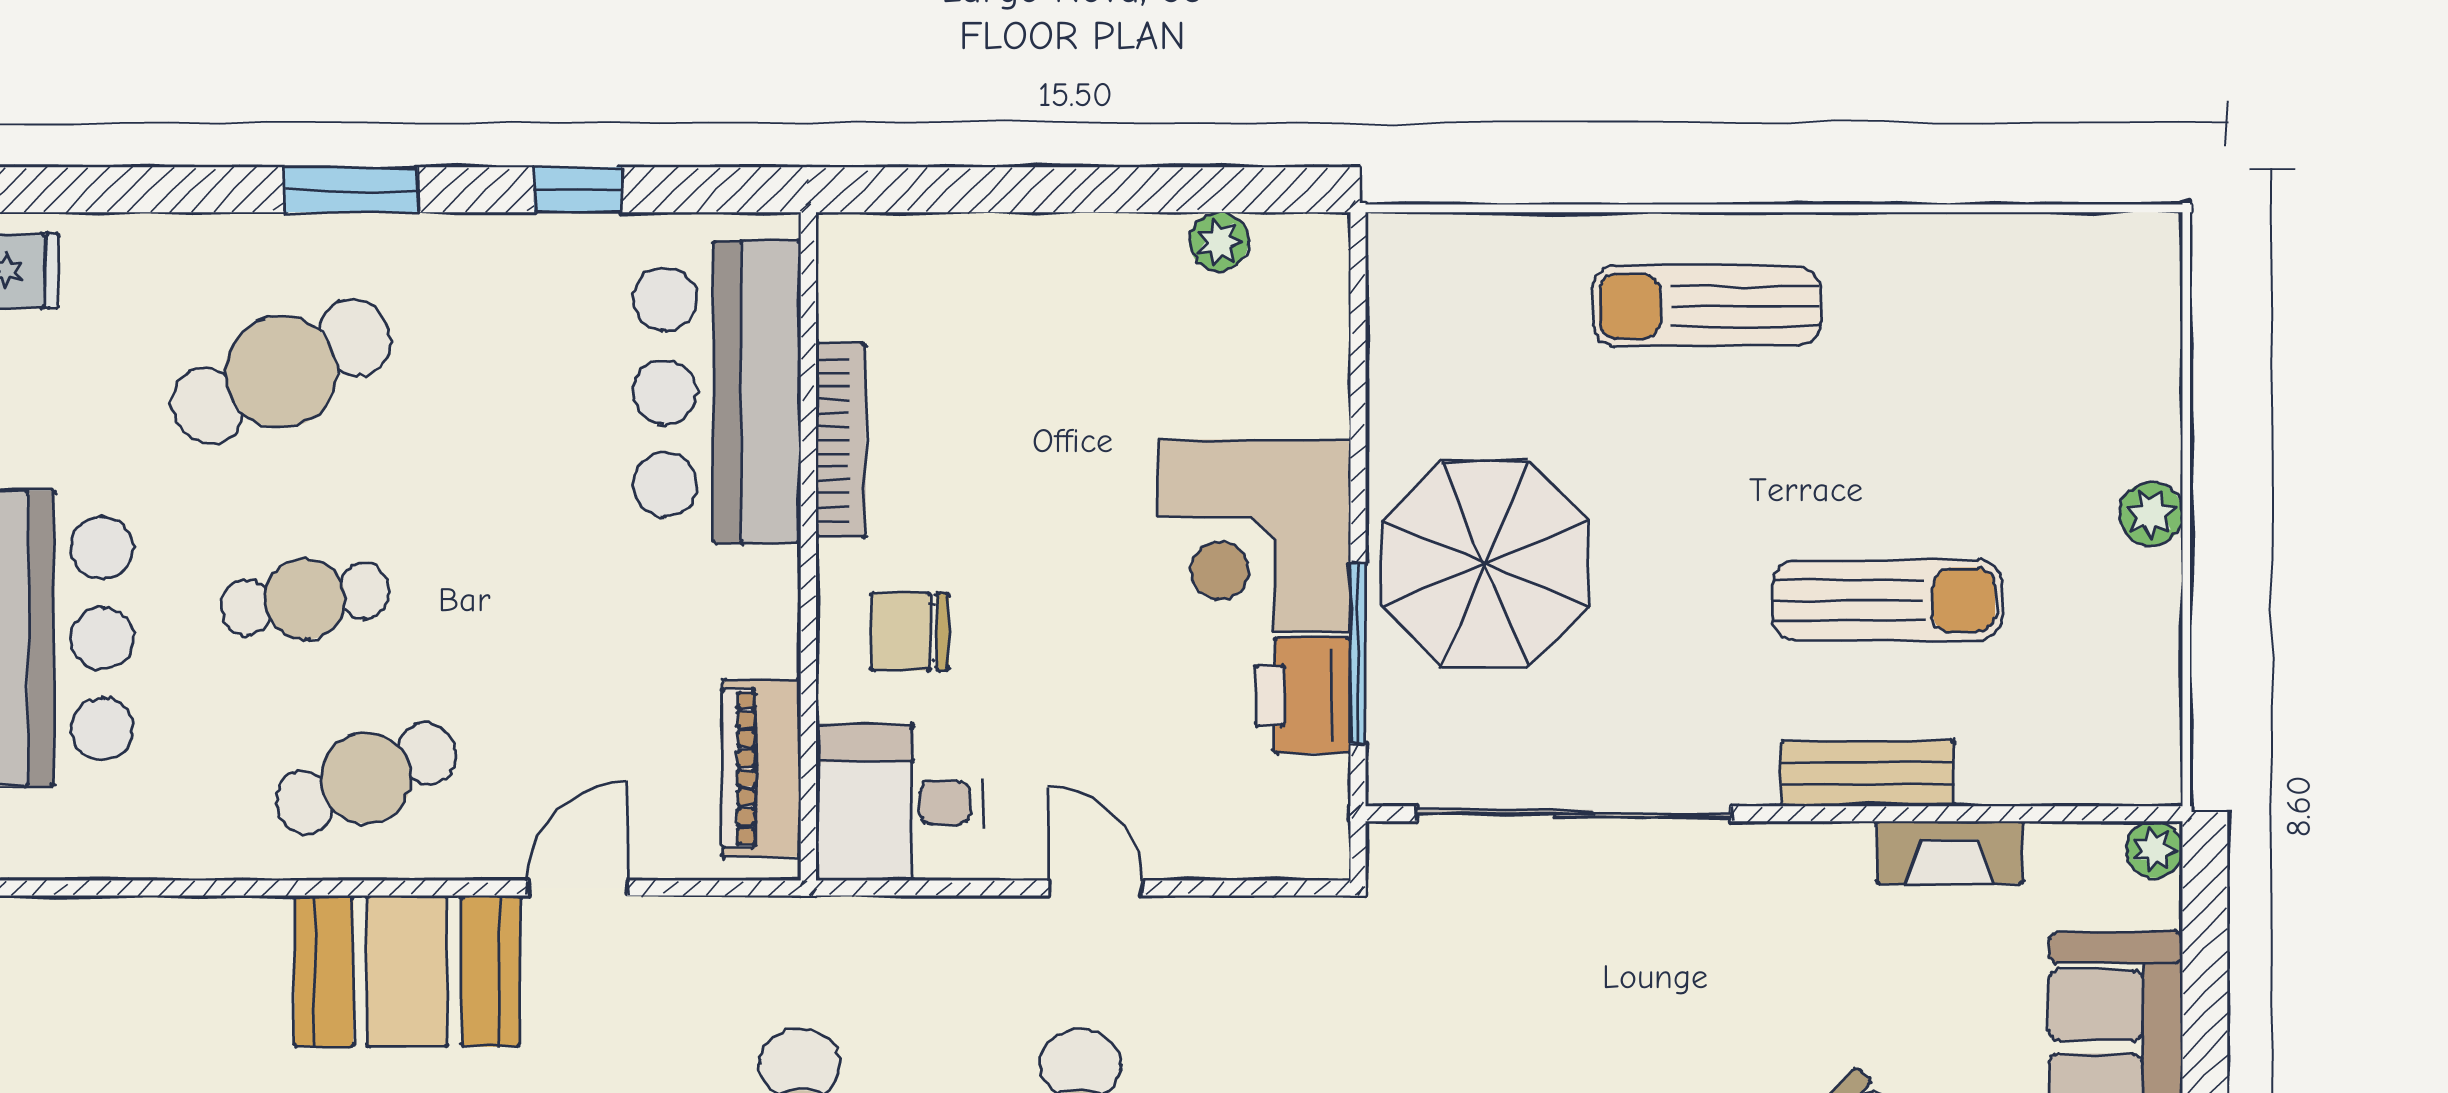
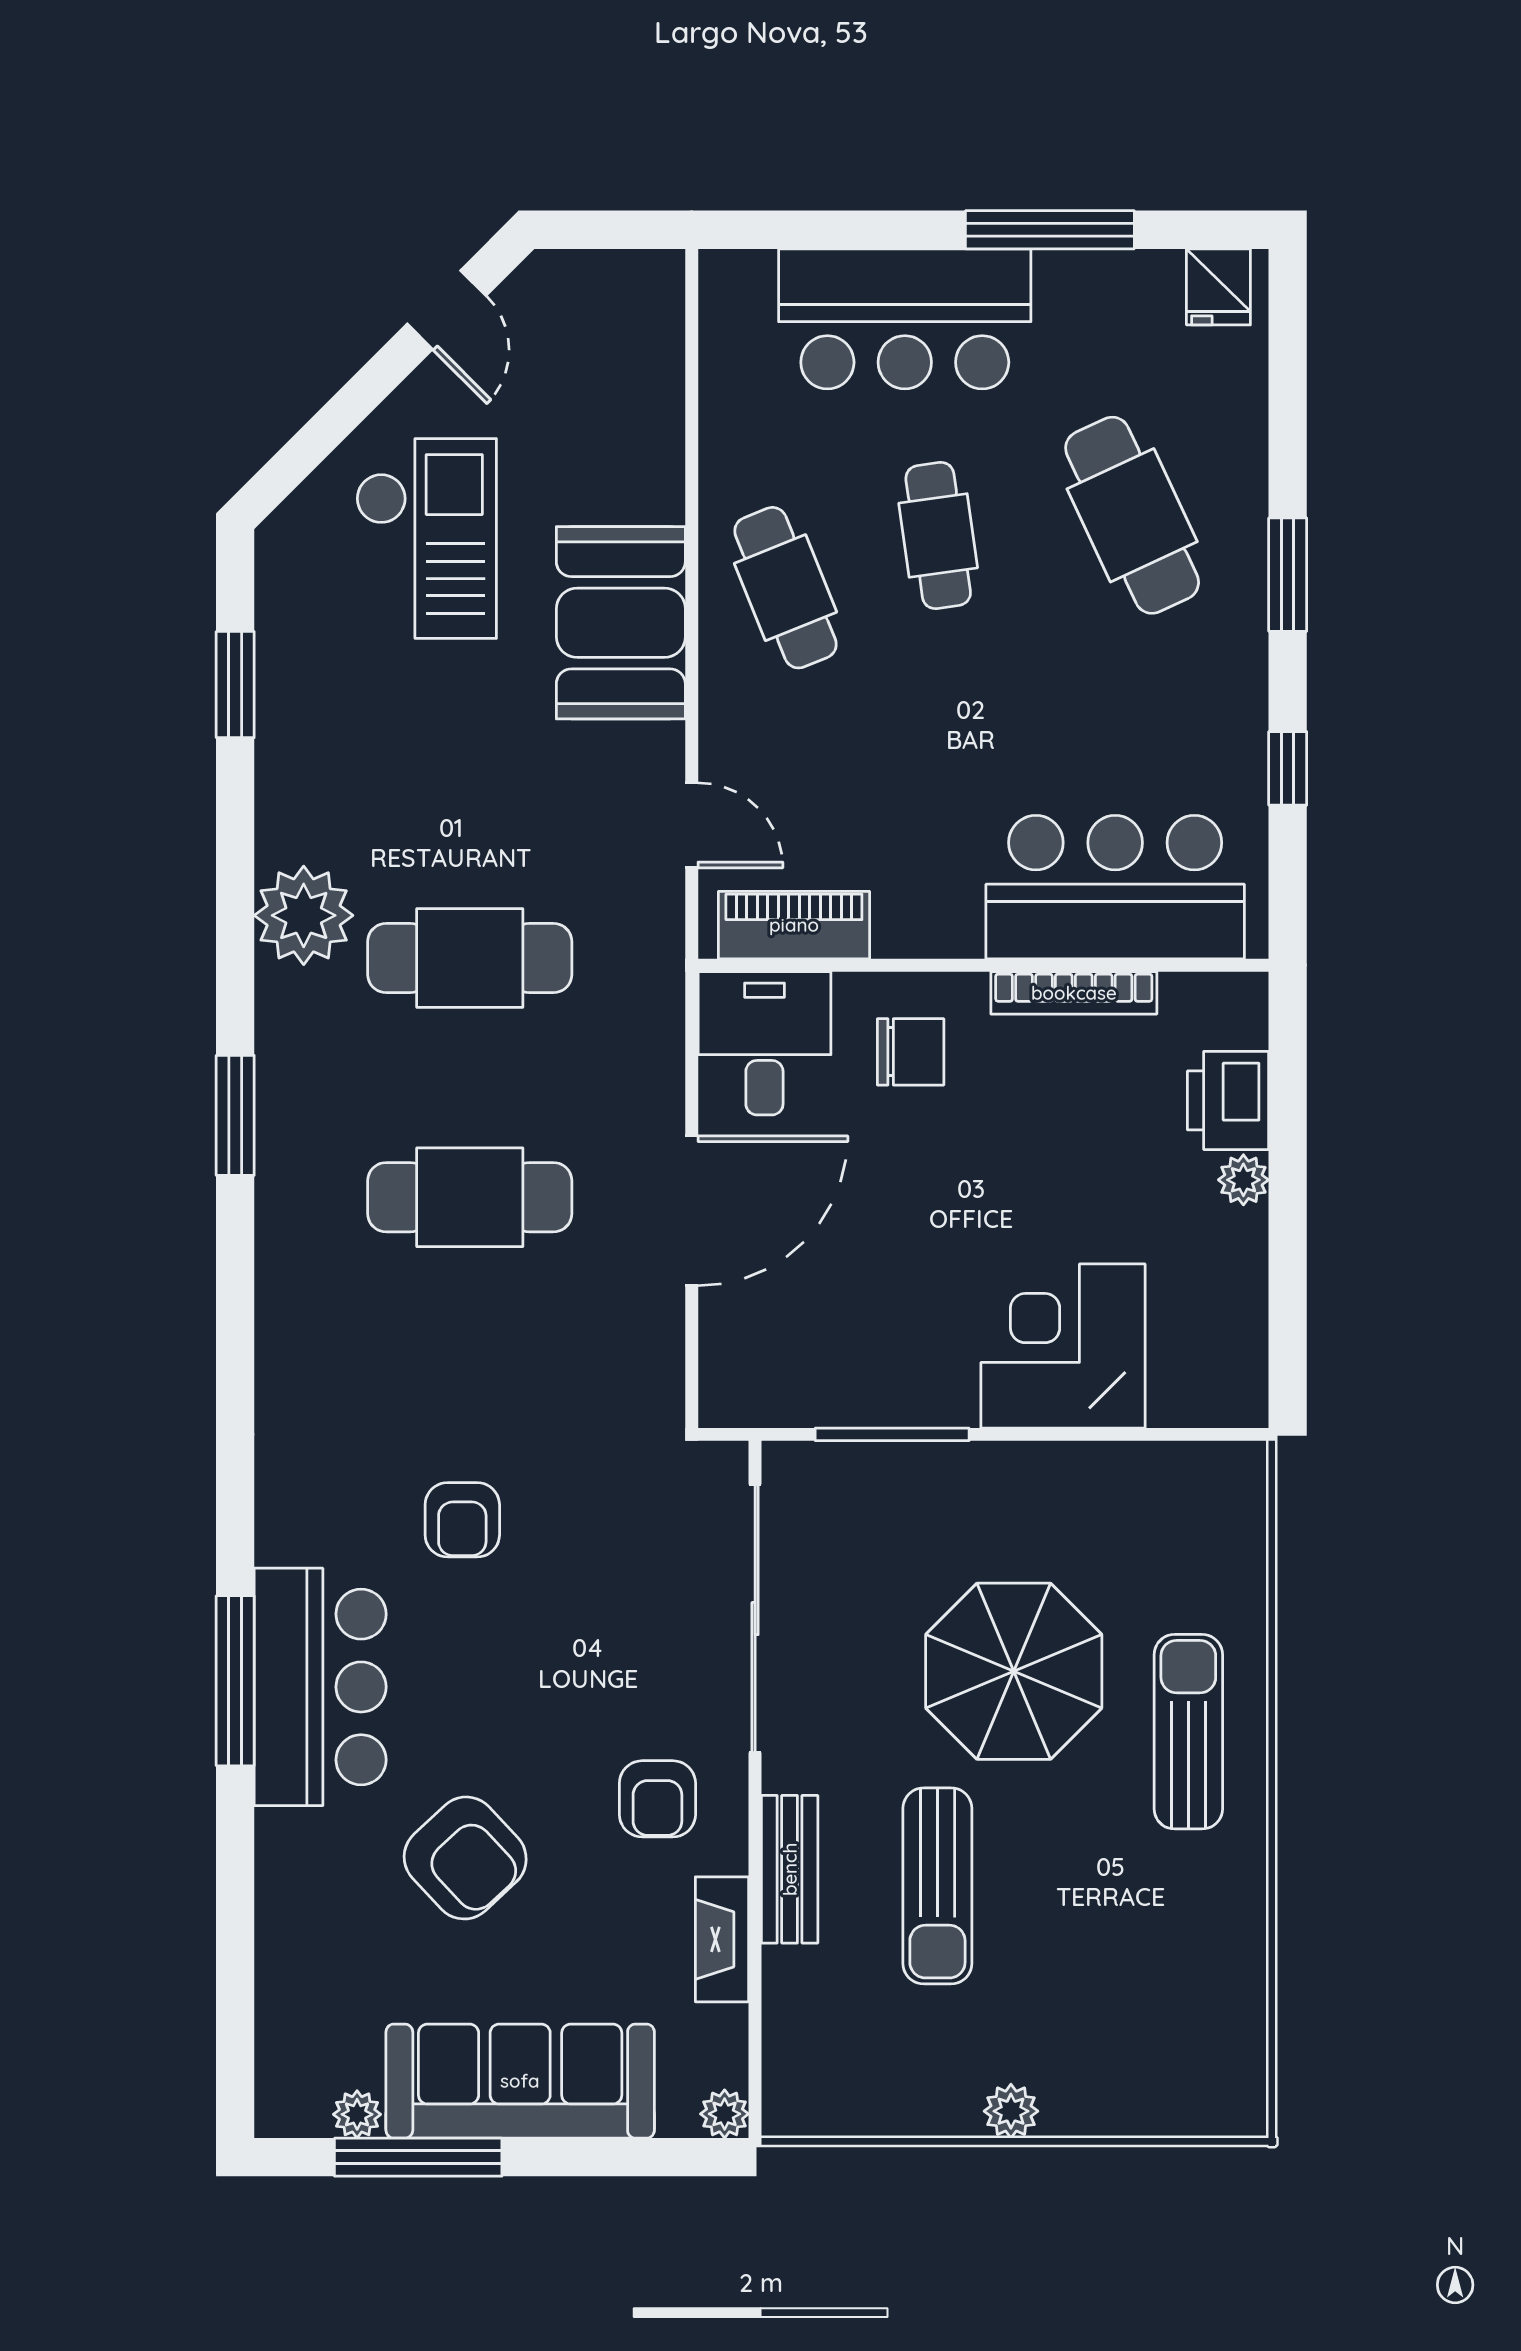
plant: (1219, 242) -> (1243, 1180), moved
corner desk: (1254, 536) -> (1063, 1346), moved
parasol: (1485, 564) -> (1014, 1671), moved
chair: (910, 632) -> (911, 1052), turned 90
printer: (1303, 696) -> (1228, 1100), moved, turned -90
door: (577, 888) -> (692, 825), moved
door: (1096, 888) -> (692, 1211), width x1.87
armchair: (1785, 928) -> (657, 1799), added

